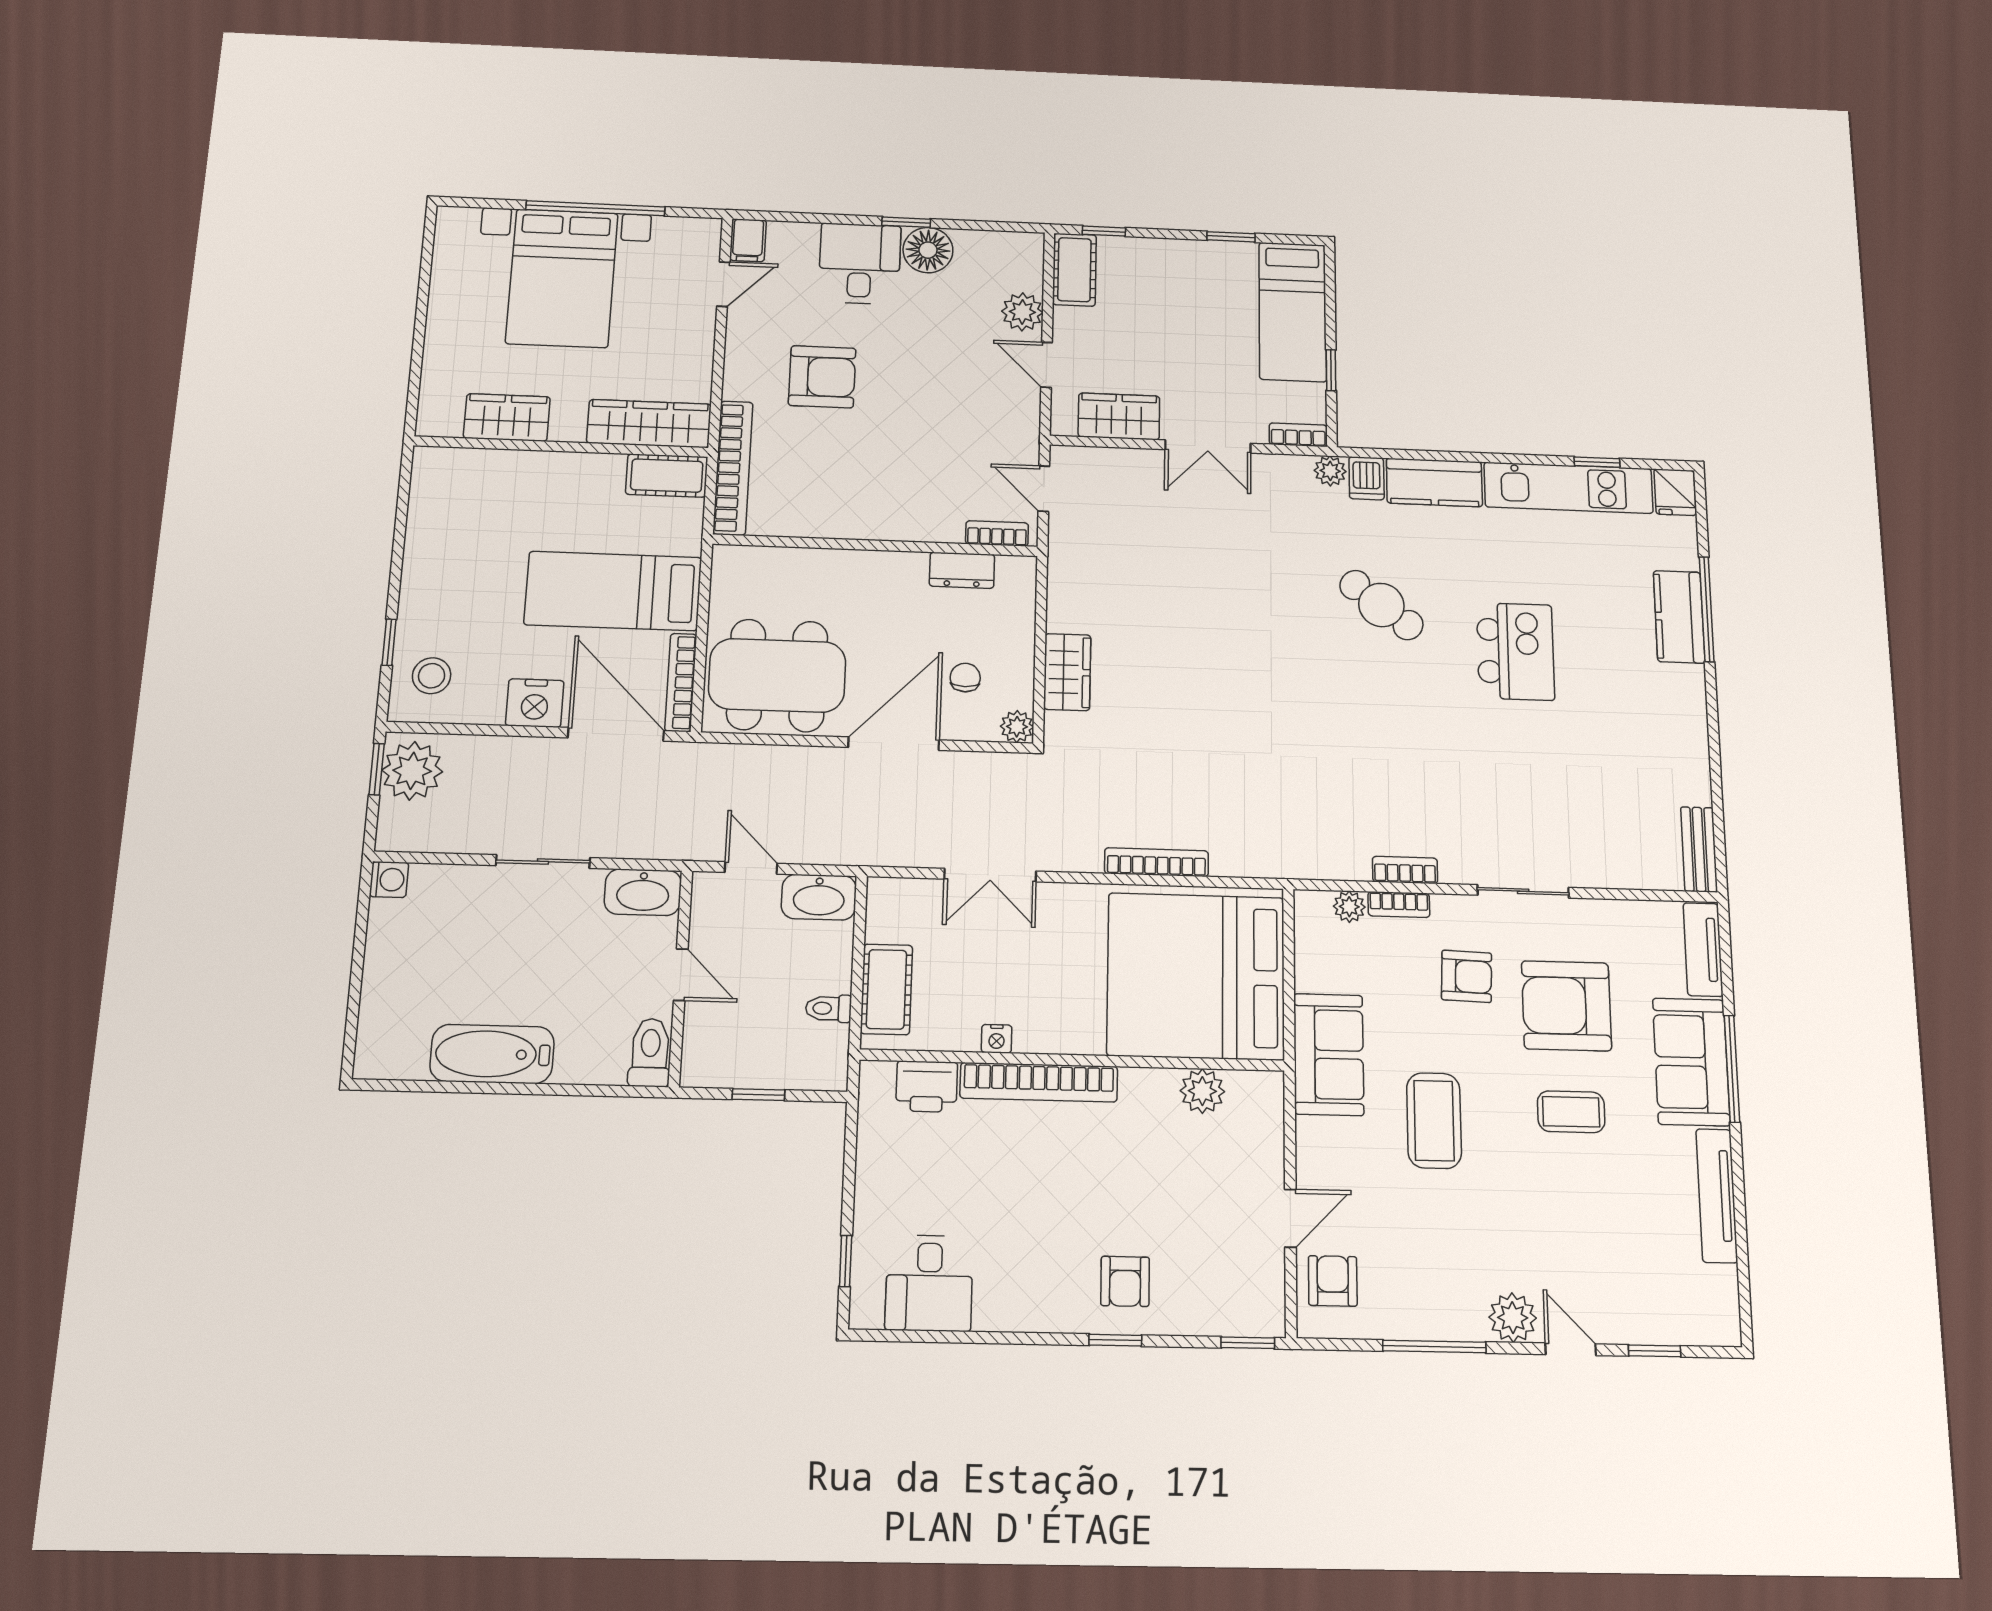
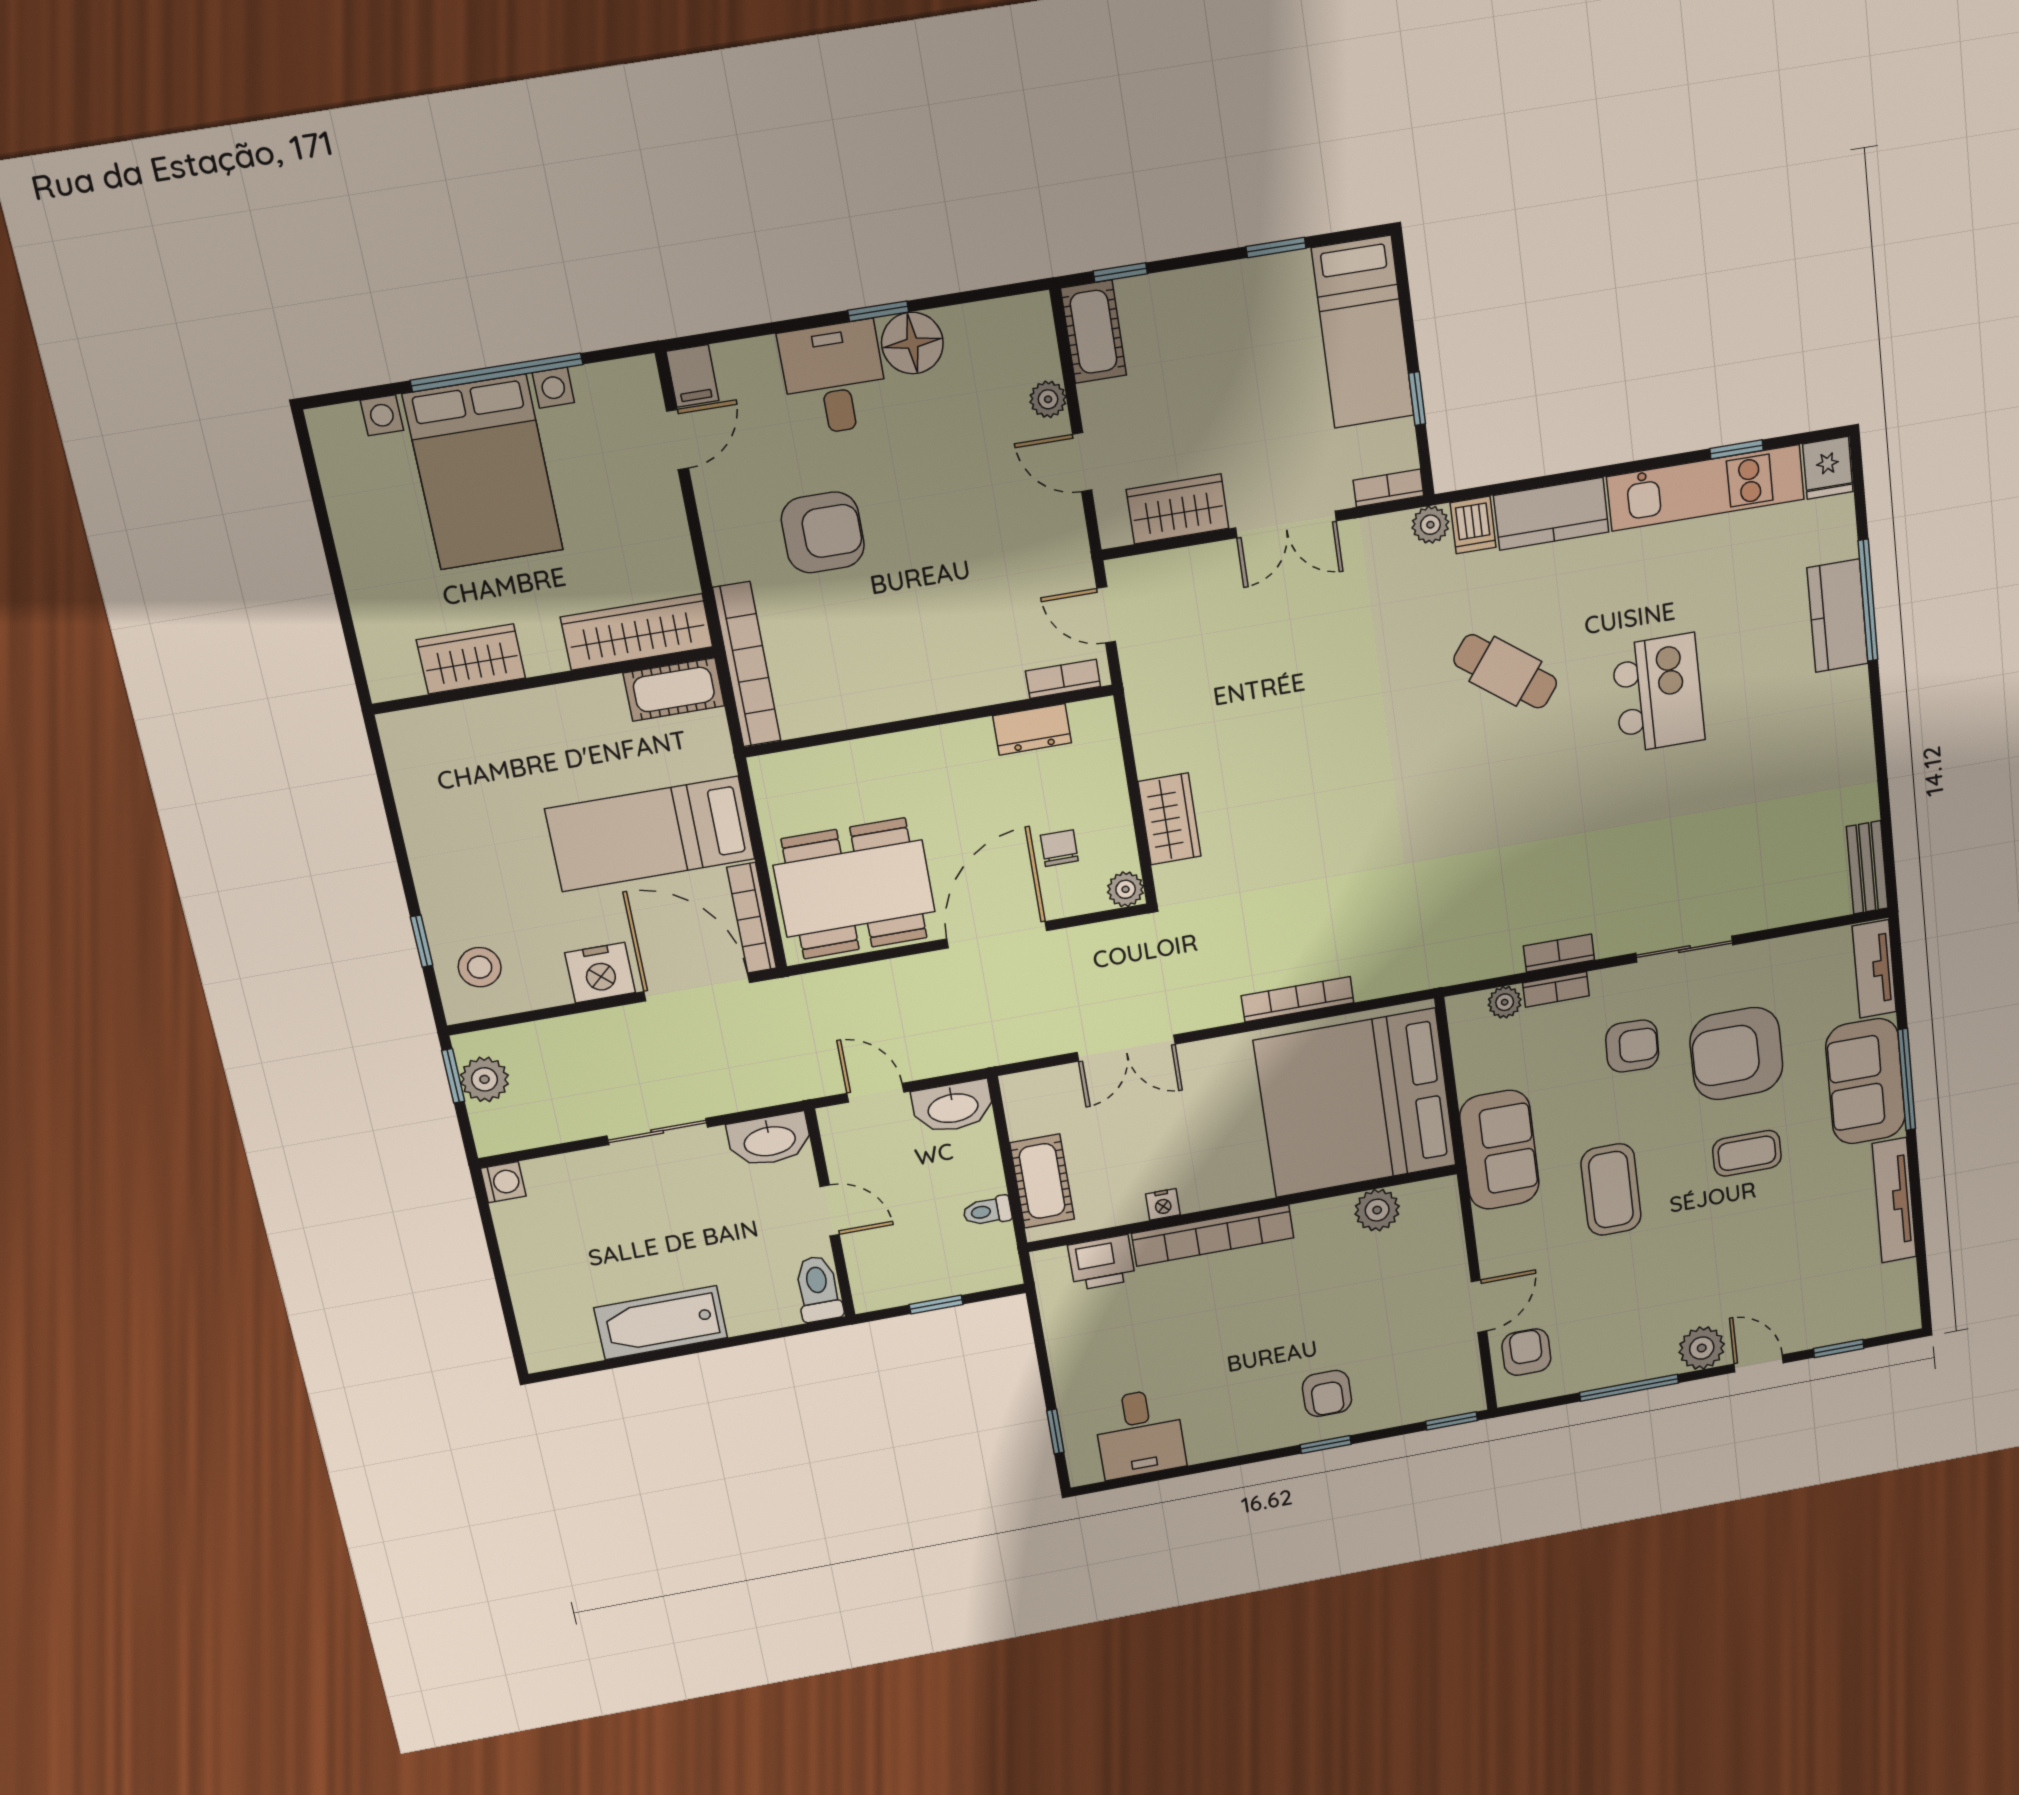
plant: (1022, 312) -> (1048, 399), width x0.73, depth x0.73
plant: (412, 771) -> (484, 1079), width x0.73, depth x0.73

